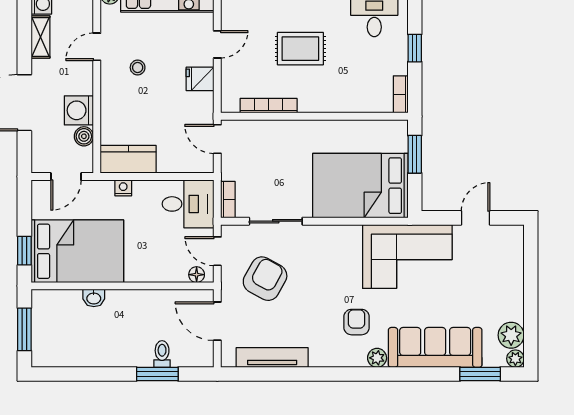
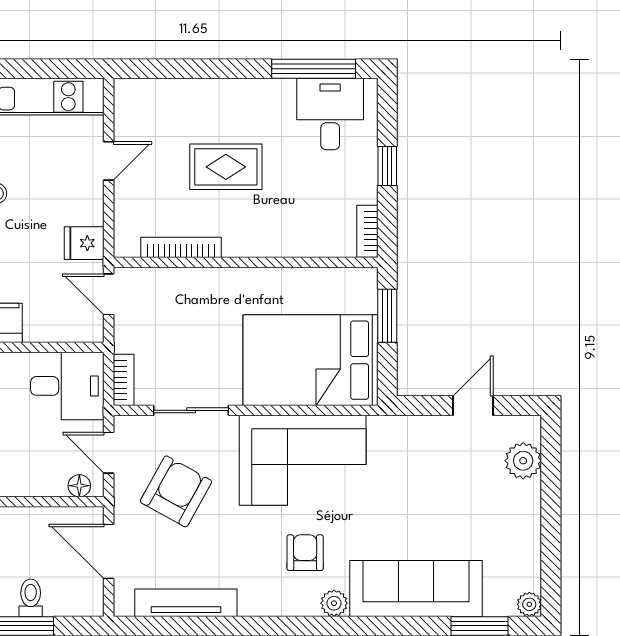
fridge: (200, 79) -> (84, 243), moved
corner sofa: (407, 256) -> (303, 460), moved
plant: (511, 335) -> (523, 461), moved

